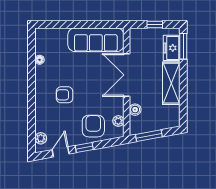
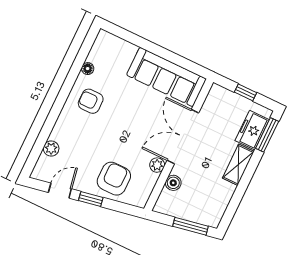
shelving: (171, 83) -> (238, 165), width x0.67, depth x0.75
armchair: (65, 95) -> (91, 101), moved
plant: (118, 121) -> (157, 165), moved
window: (149, 136) -> (191, 226), moved
plant: (41, 138) -> (51, 149), moved

